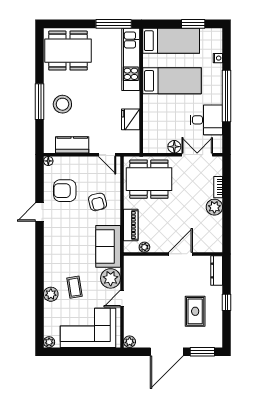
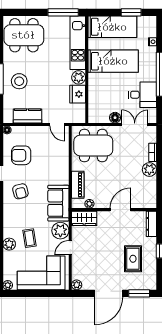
plant: (132, 100) -> (79, 77), added
armchair: (98, 202) -> (20, 191), moved
wardrobe: (138, 264) -> (84, 218), added

